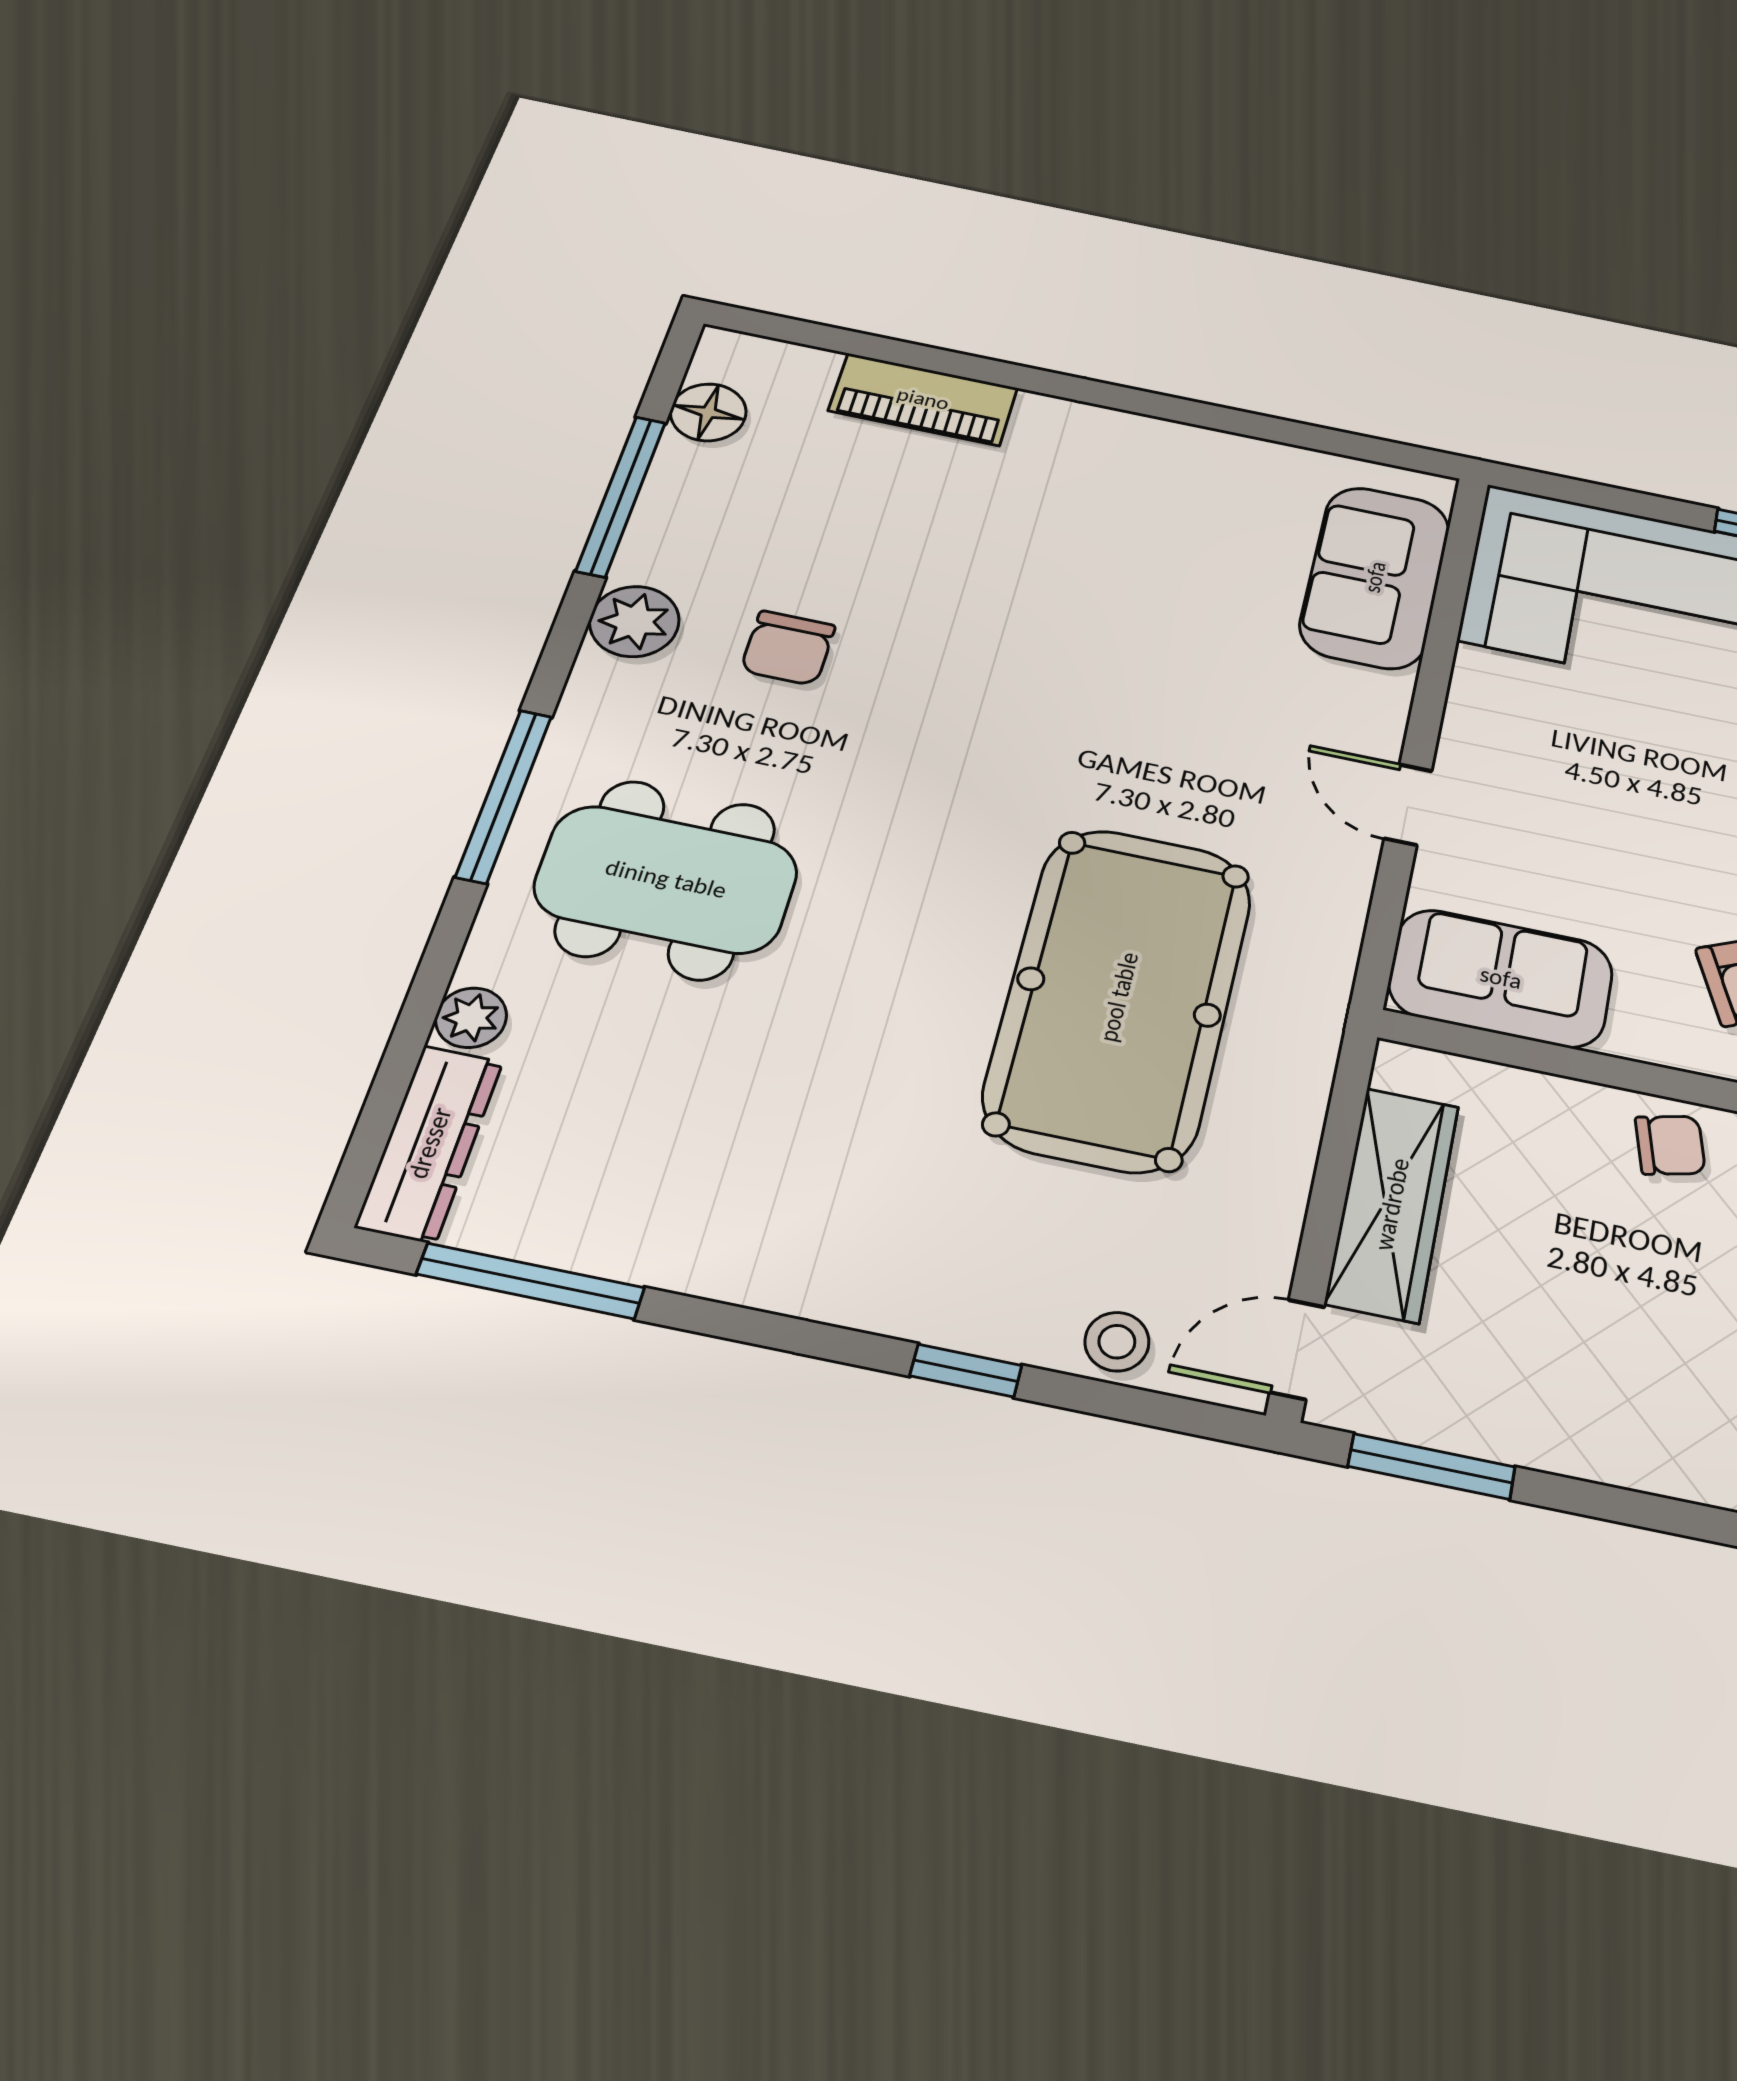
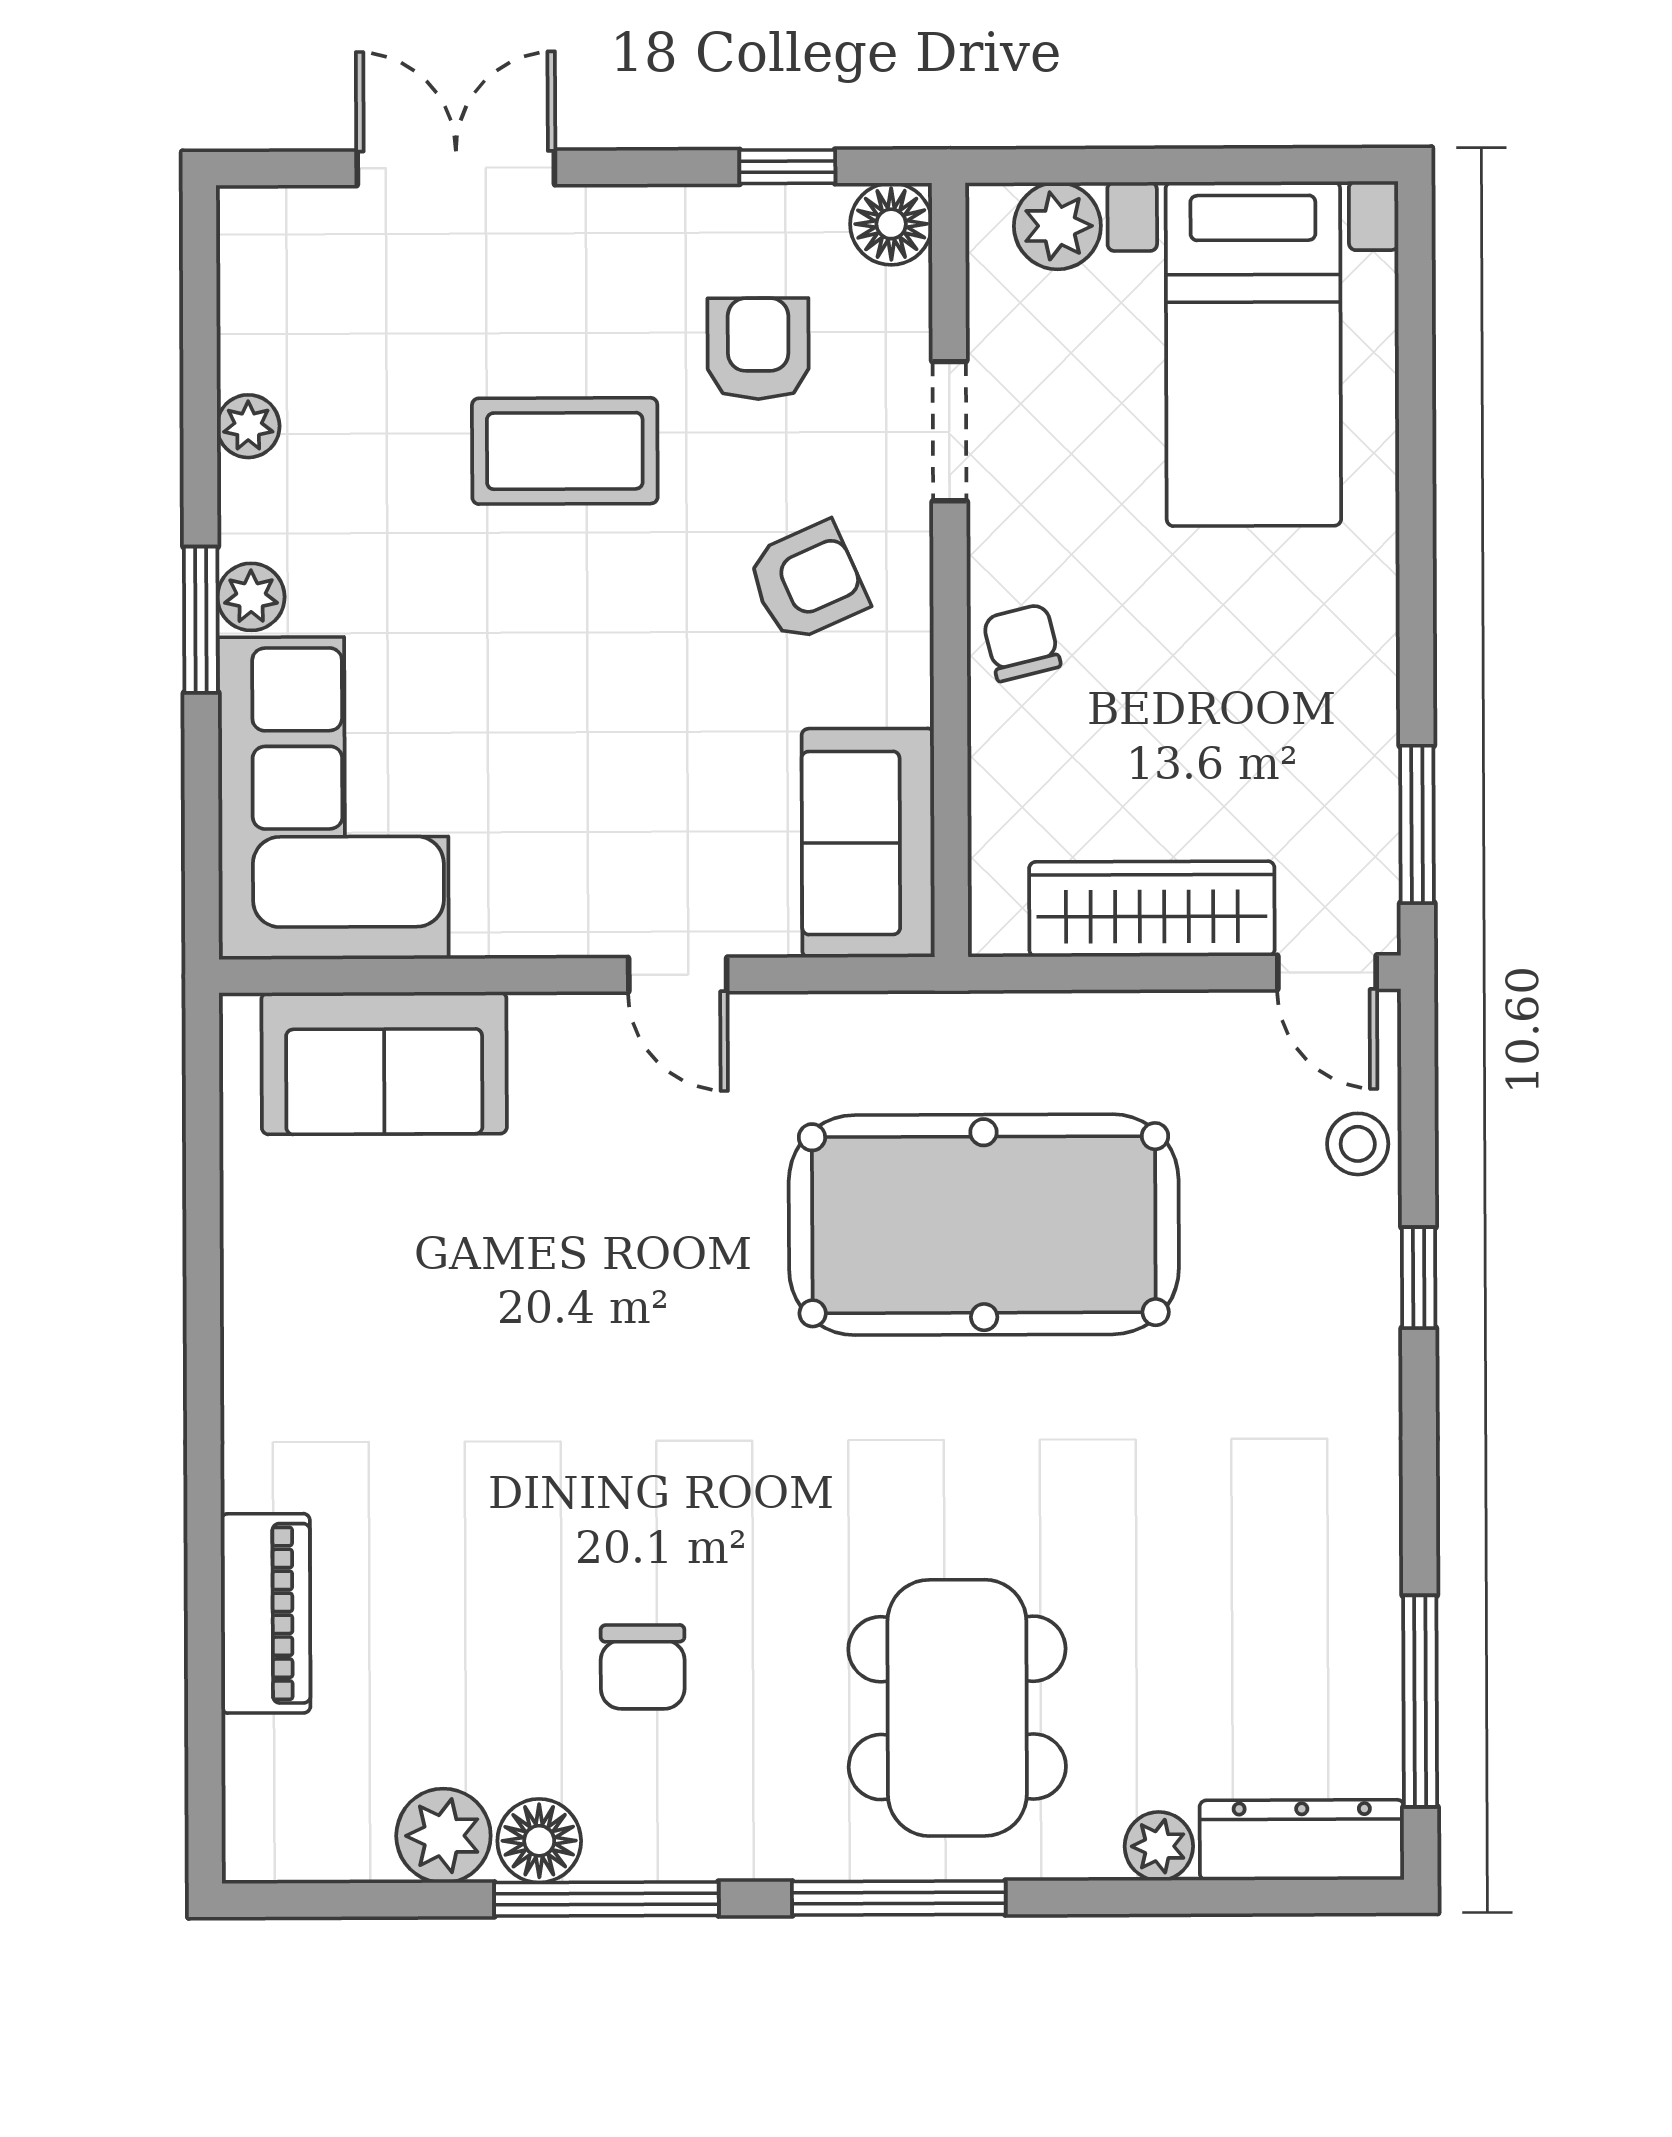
floor lamp: (708, 412) -> (539, 1841), moved
window: (621, 496) -> (606, 1899), moved
plant: (634, 621) -> (443, 1836), moved
chair: (788, 648) -> (643, 1667), turned 90
door: (1408, 805) -> (678, 975), hinge flipped

